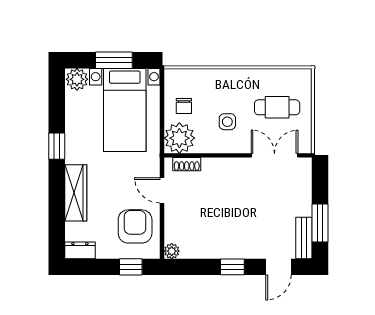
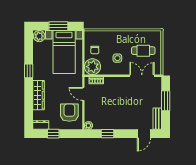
window: (320, 223) -> (166, 101), moved
window: (131, 267) -> (53, 134), moved
window: (232, 267) -> (107, 134), moved

